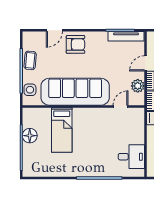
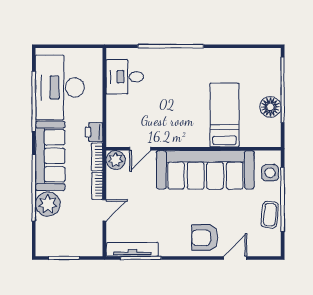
plant: (138, 86) -> (116, 160), moved

